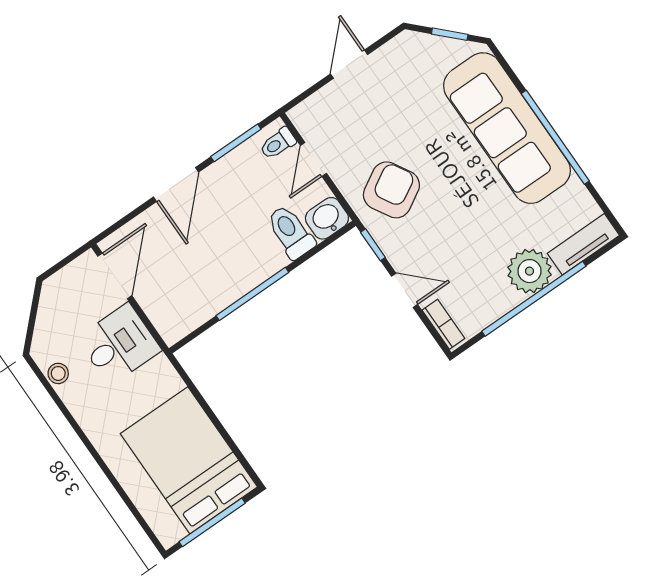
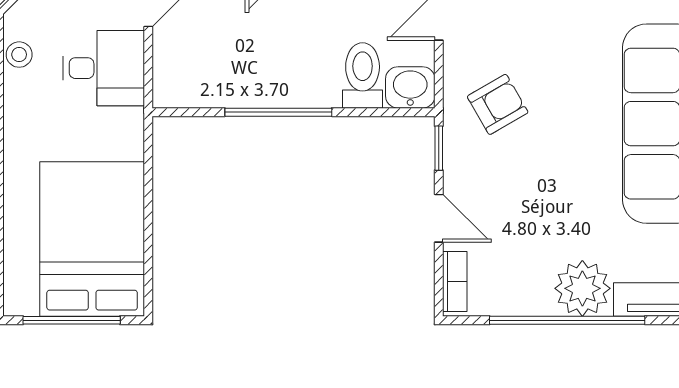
armchair: (391, 190) -> (498, 104), width x0.72, depth x0.72

